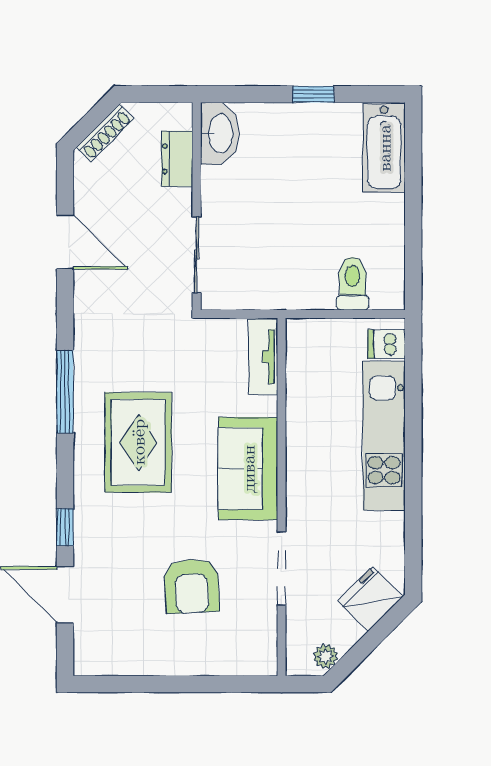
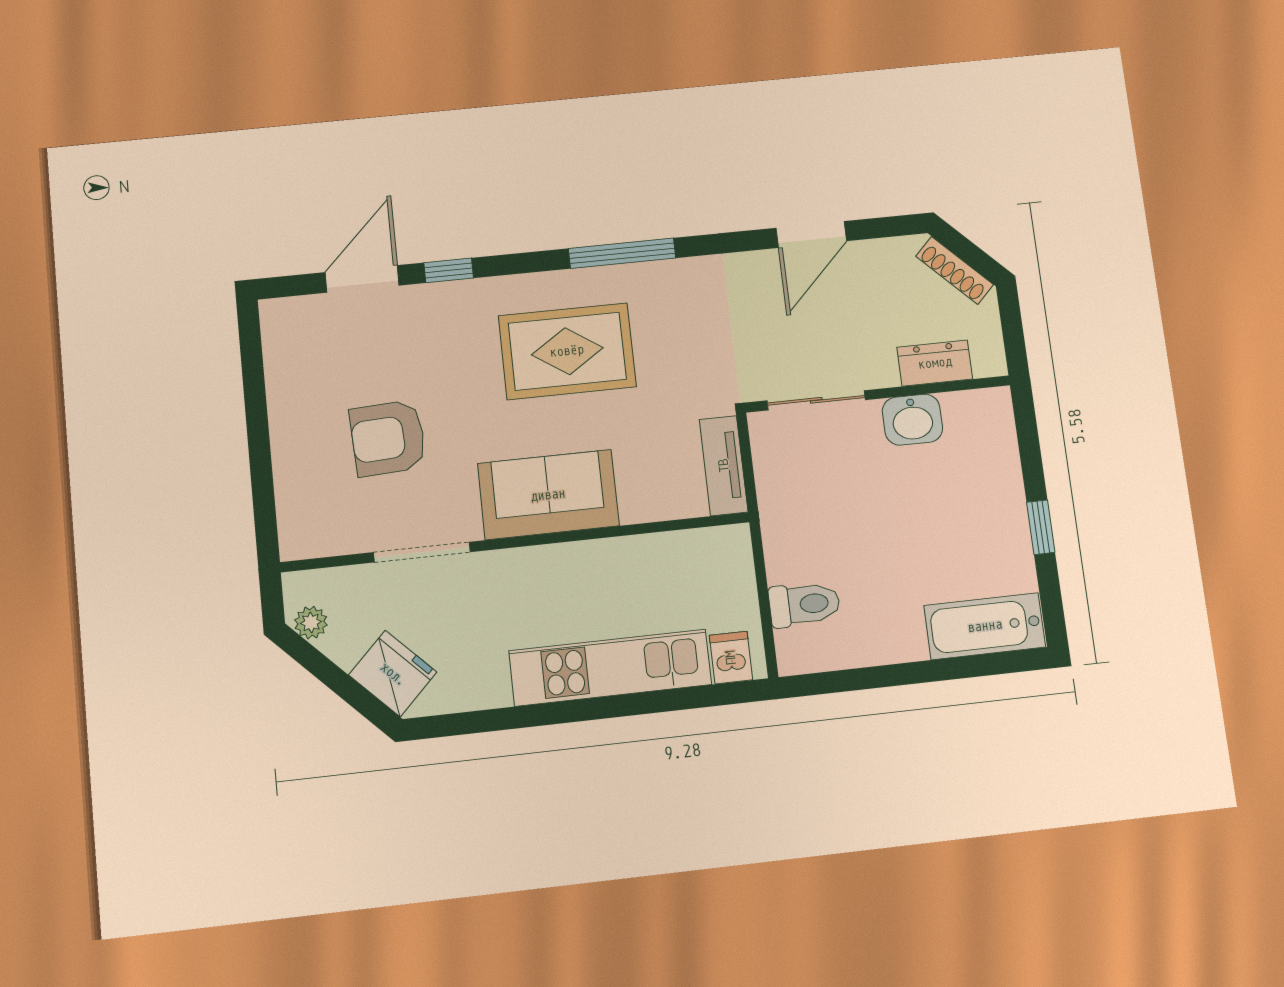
washbasin: (220, 133) -> (912, 420), moved, width x0.72
tv unit: (263, 357) -> (724, 466), moved, turned -90

